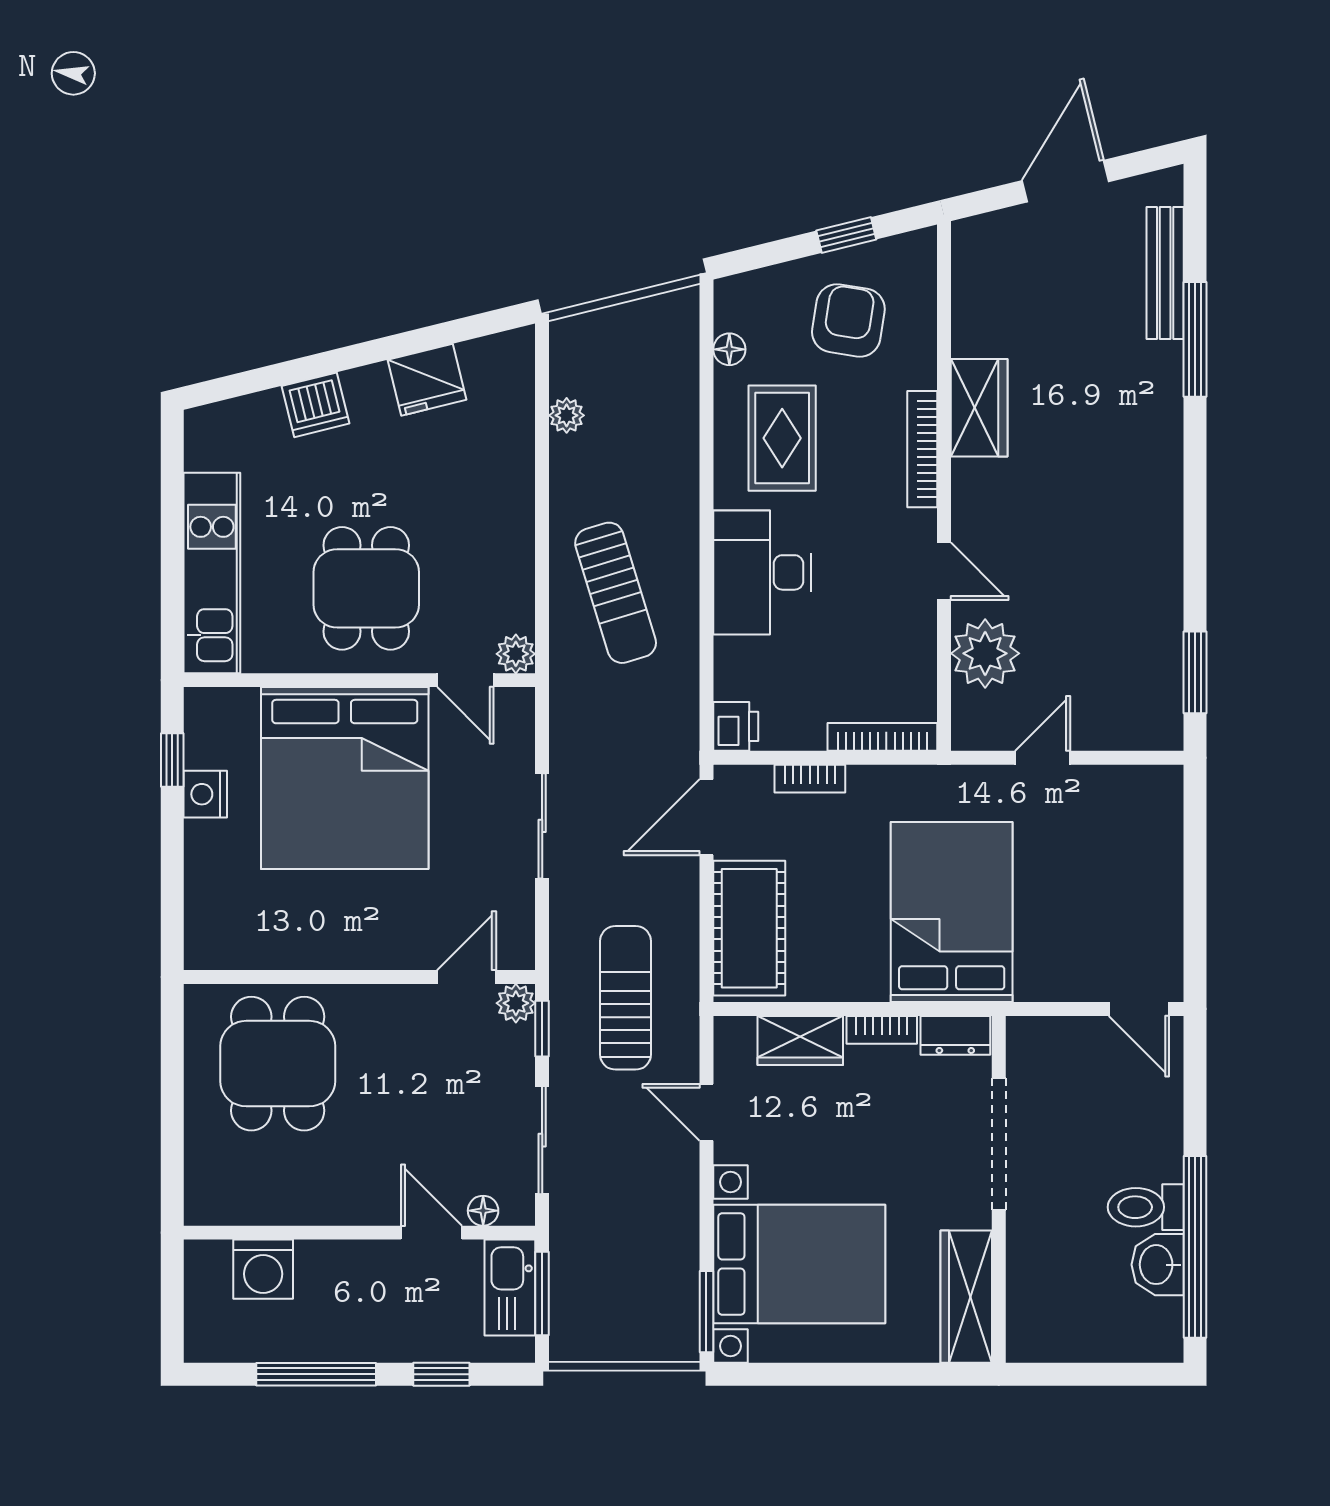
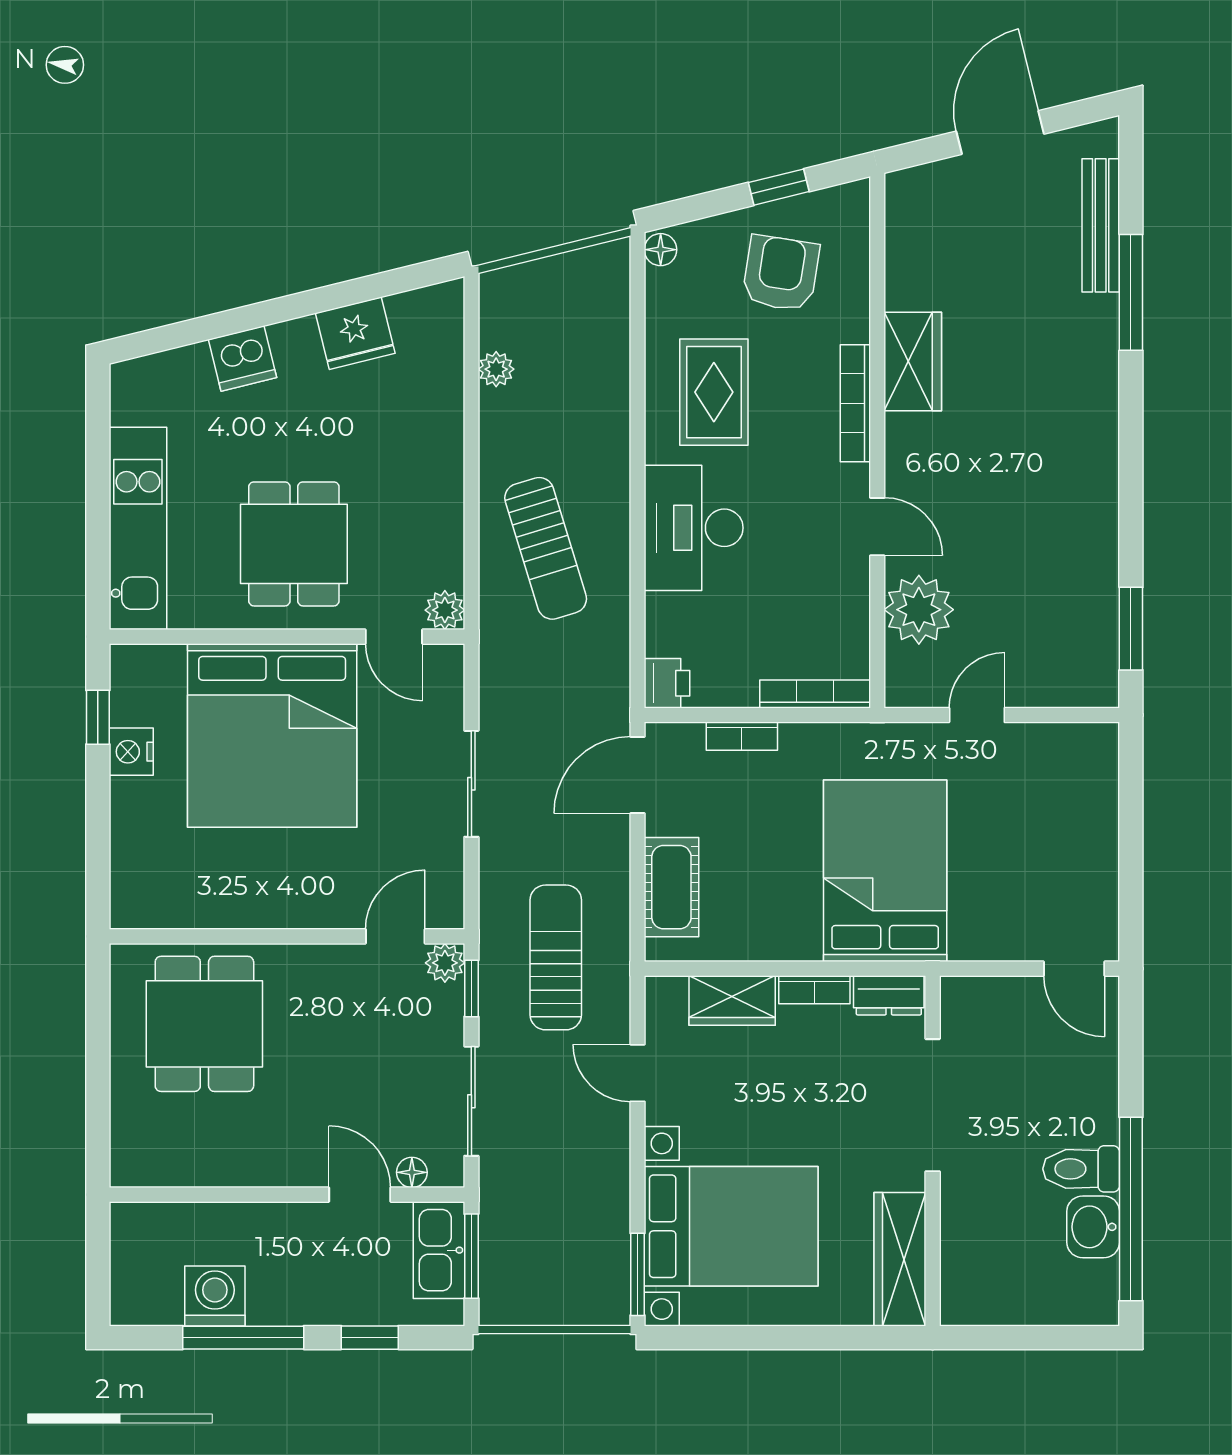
floor lamp: (729, 349) -> (661, 250), moved
cot: (749, 928) -> (671, 887), width x0.73, depth x0.75
washing machine: (263, 1269) -> (215, 1296), moved, turned 180

